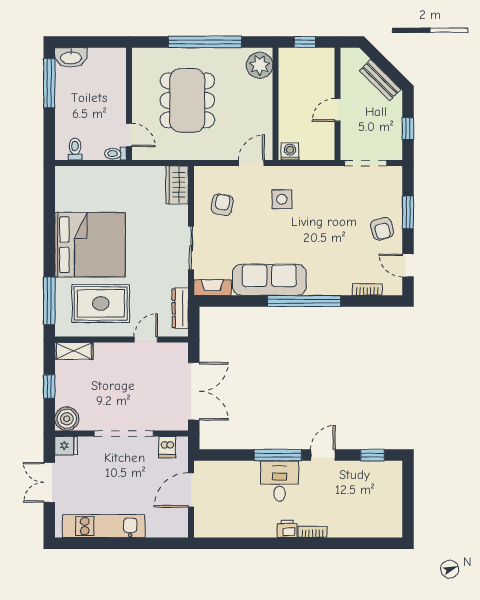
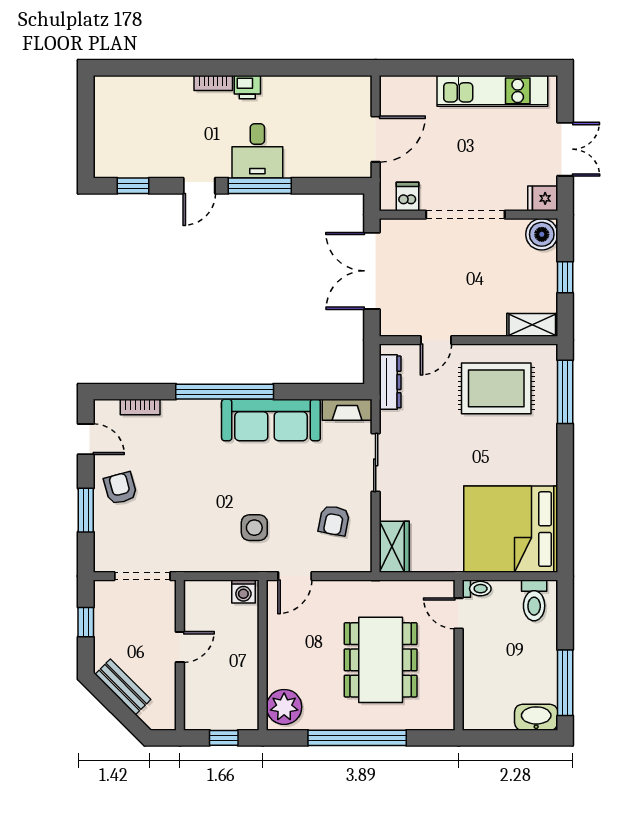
toilet: (75, 149) -> (534, 600), width x1.37, depth x1.39
bed: (90, 245) -> (511, 529), moved

